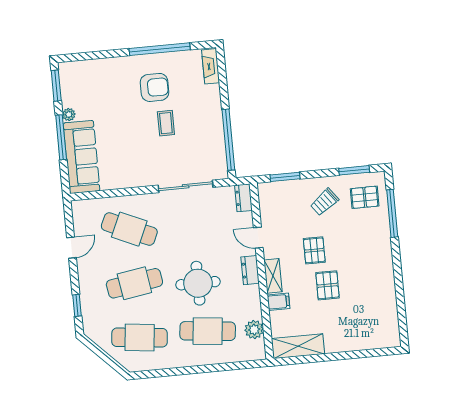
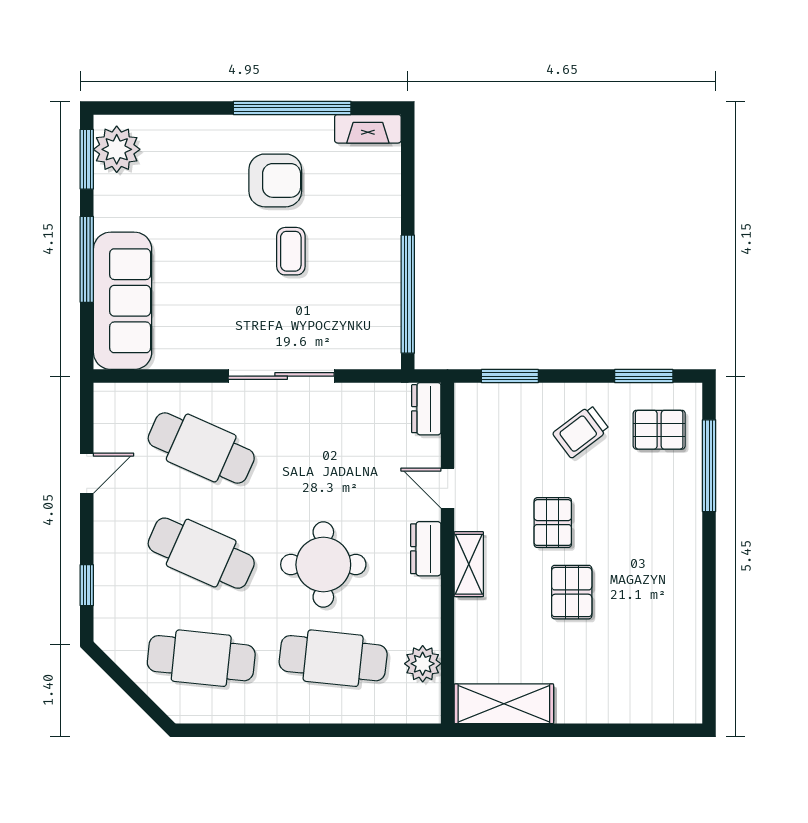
fireplace: (211, 66) -> (368, 129), moved, turned -90
plant: (69, 115) -> (117, 149), moved, width x1.88, depth x1.88
sliding door: (186, 186) -> (281, 376), moved
cafe table: (134, 283) -> (201, 553), turned 33
filing cabinet: (278, 302) -> (475, 615), removed

